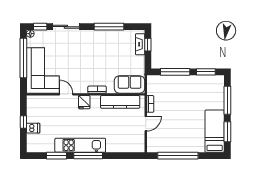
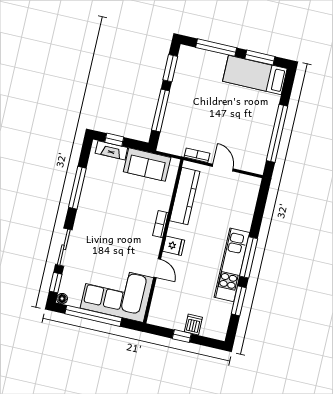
sofa: (130, 85) -> (147, 165), moved, turned -90
door: (66, 94) -> (157, 268), swing flipped

